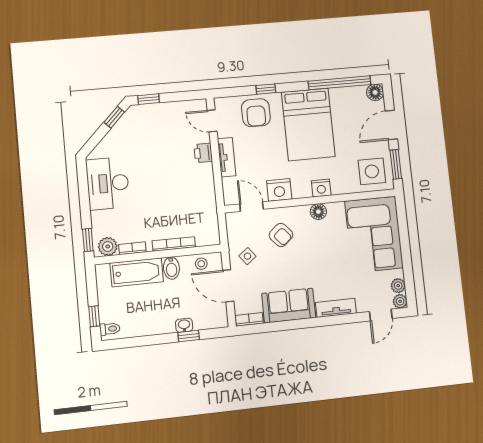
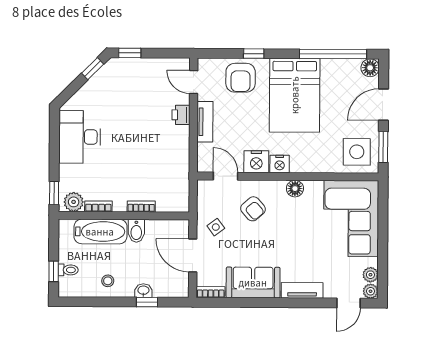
nightstand: (321, 188) -> (280, 164), moved
bookcase: (174, 244) -> (141, 206), width x0.64
stool: (201, 264) -> (108, 281), moved
toilet: (110, 329) -> (68, 270), moved

